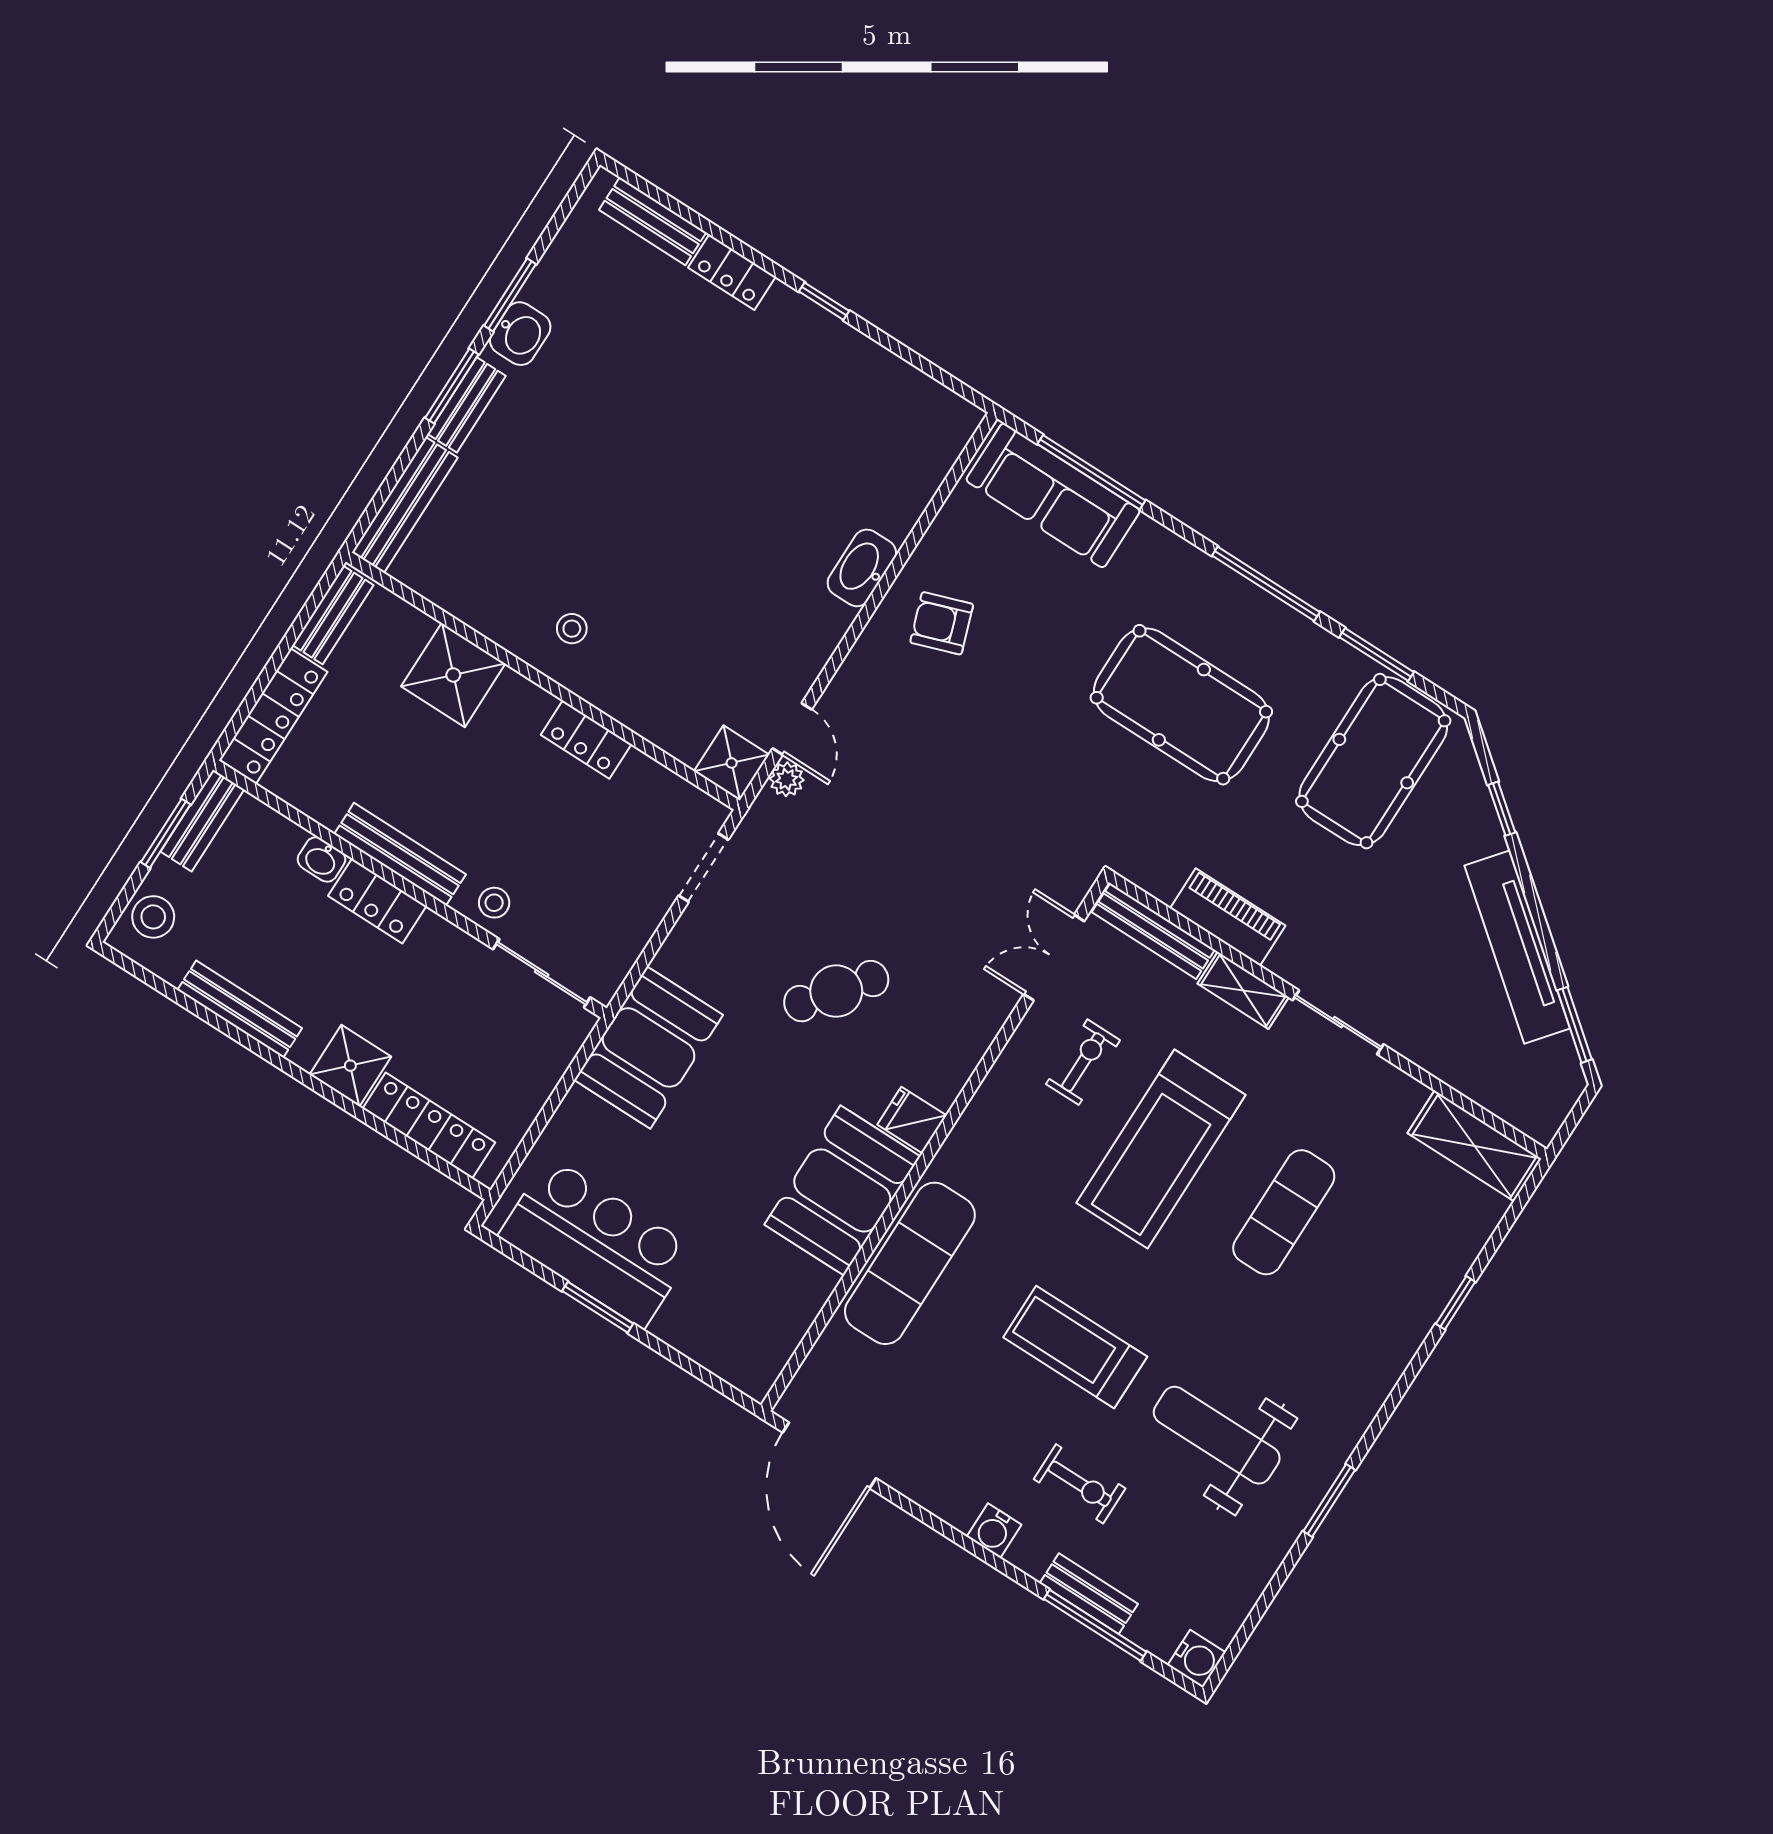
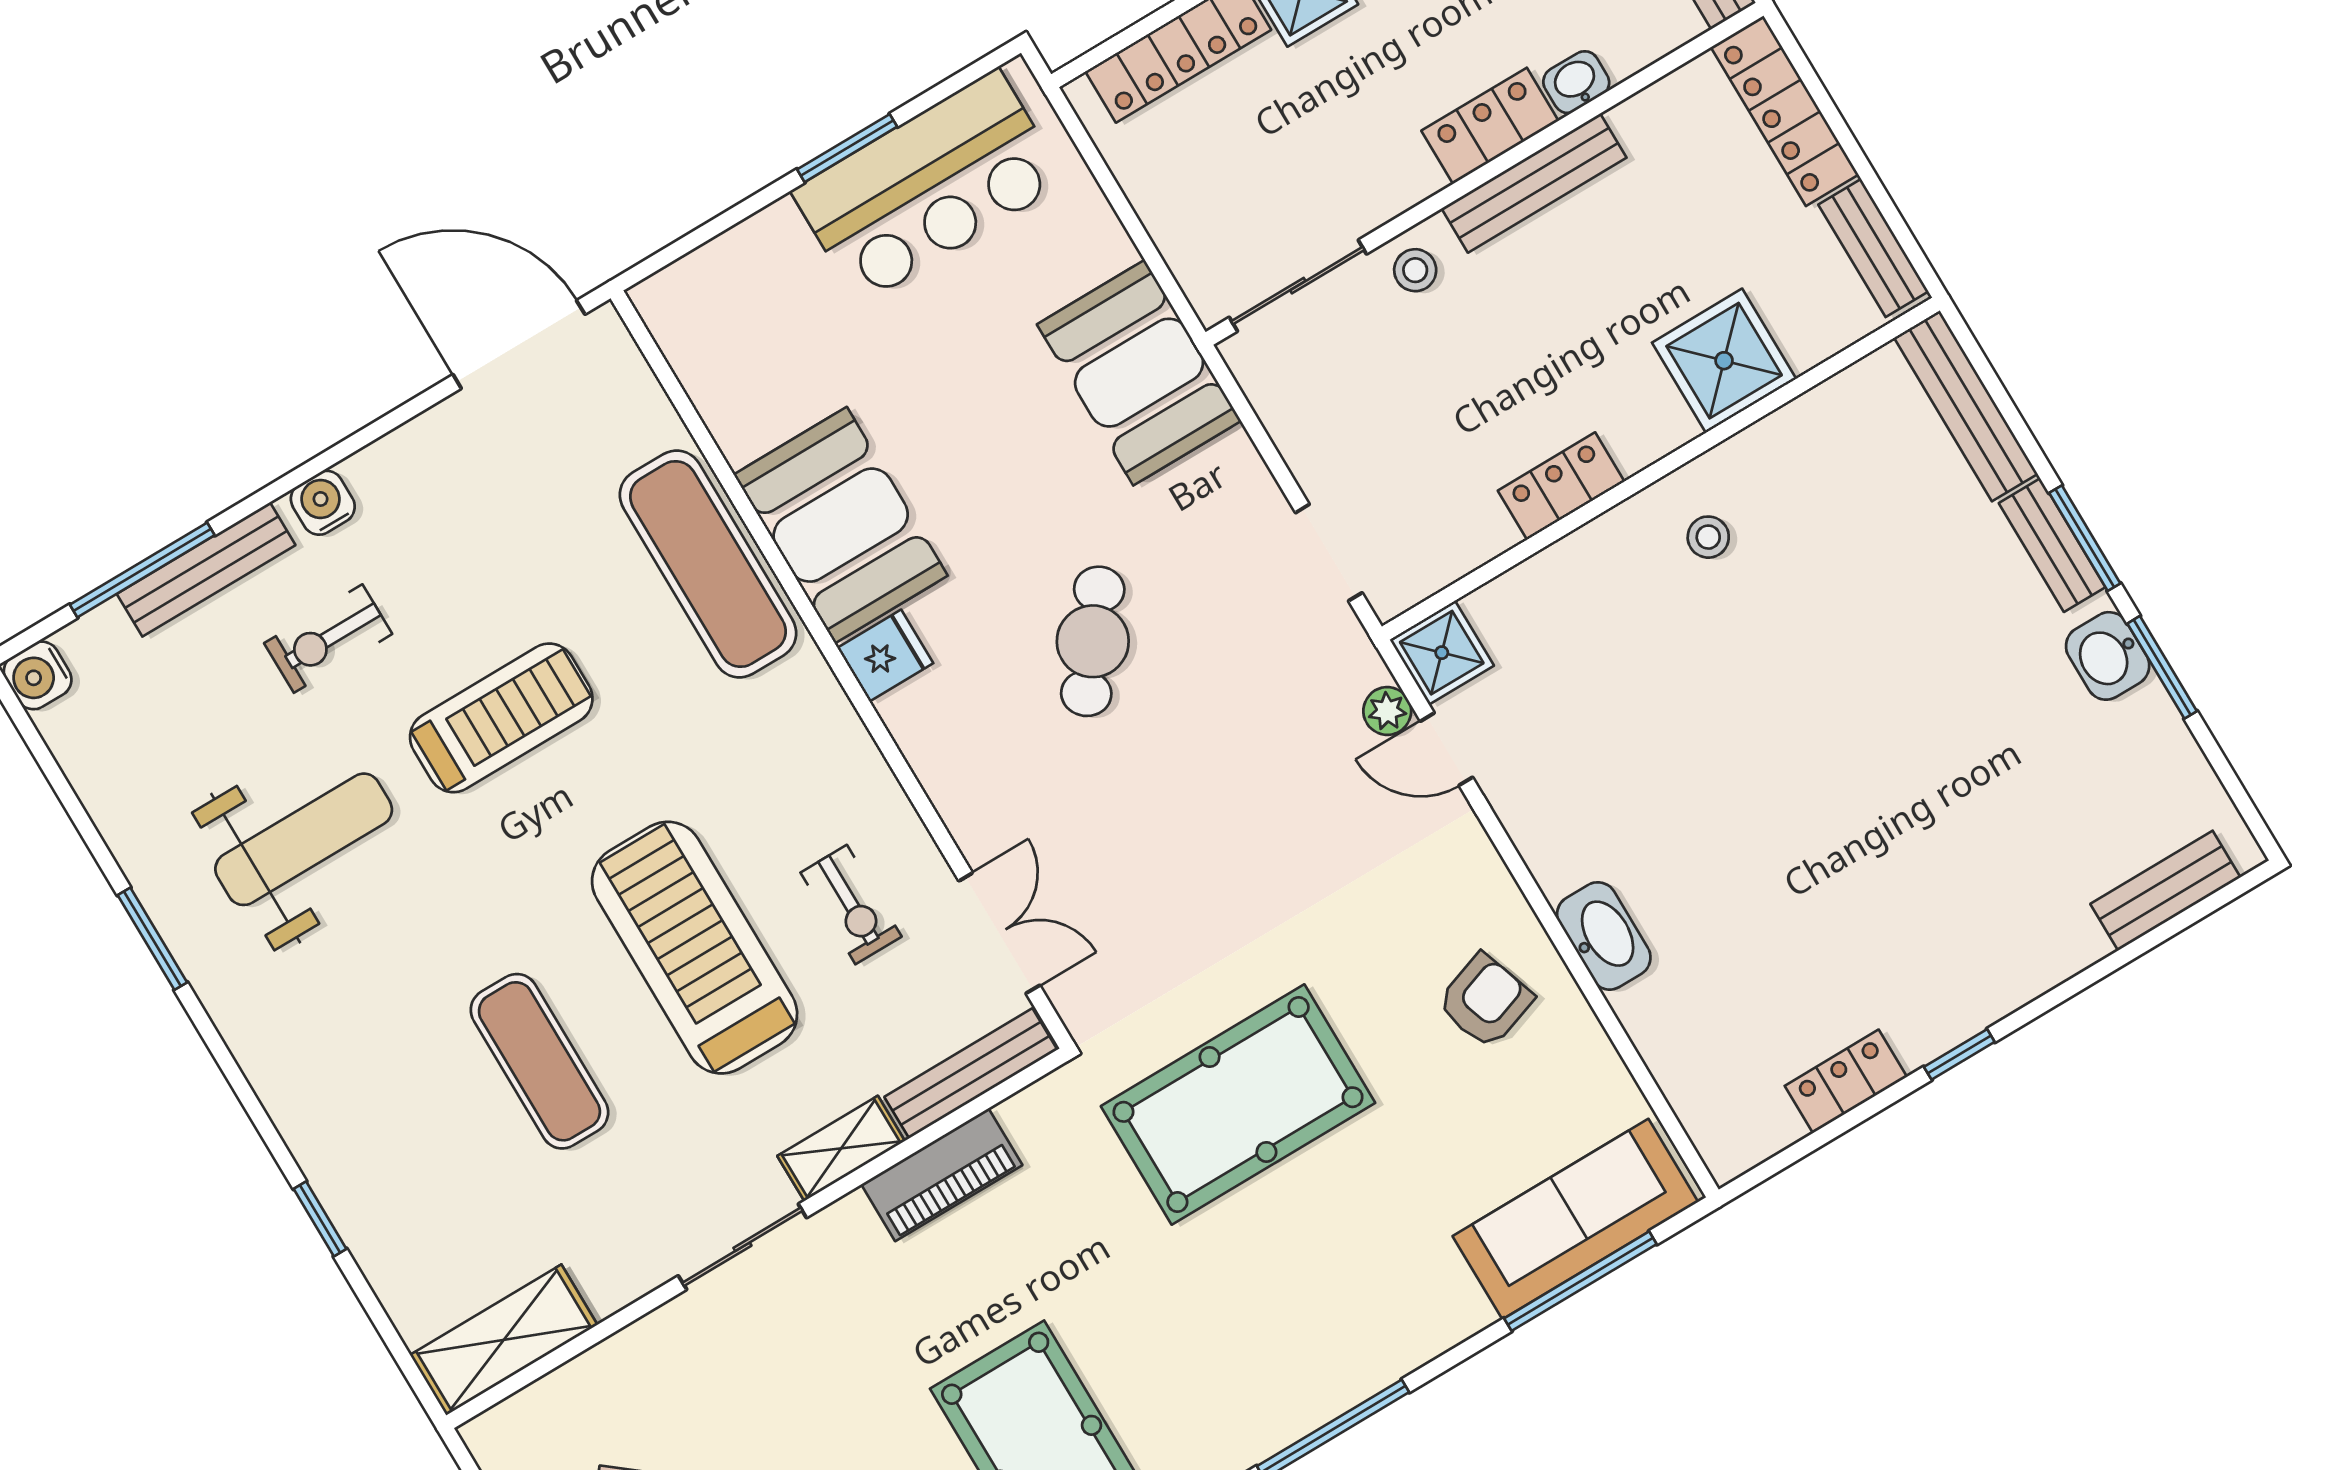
locker: (732, 272) -> (1846, 1081), moved
pool table: (1181, 705) -> (1238, 1105), moved
bench: (1089, 1594) -> (206, 569), width x1.36

